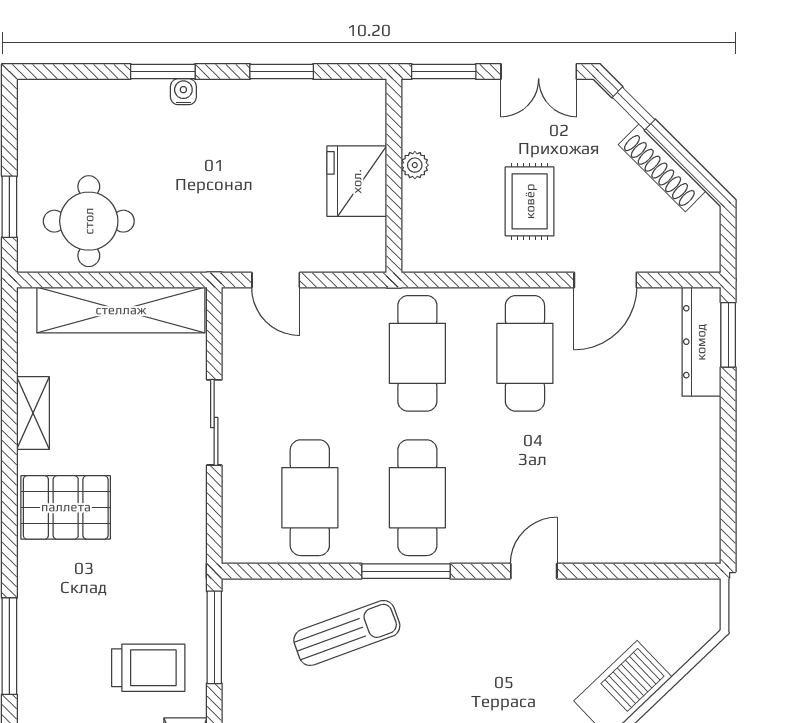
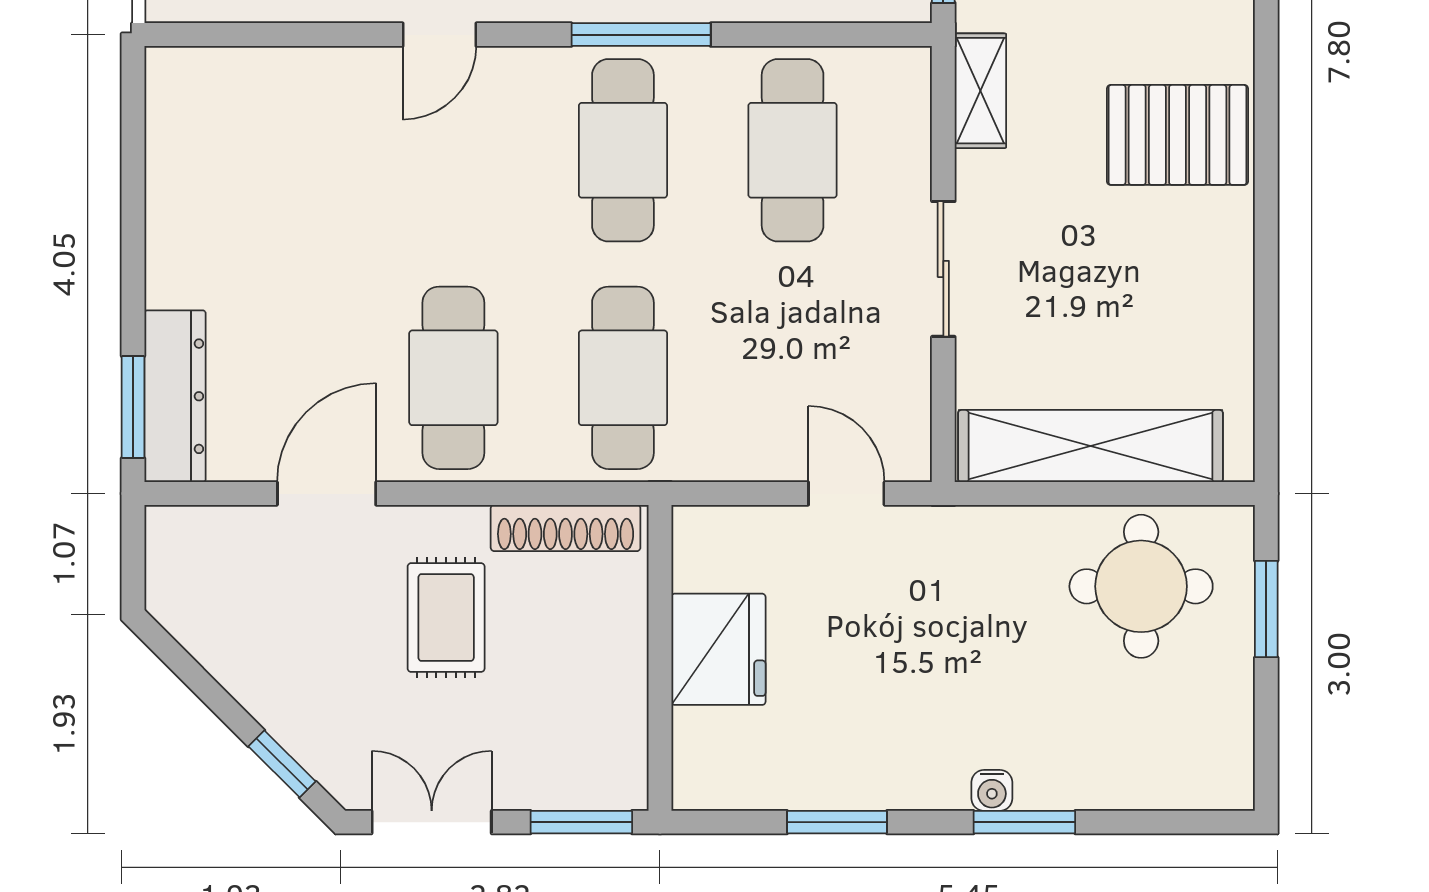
plant: (415, 165) -> (627, 675), removed
shoe rack: (662, 168) -> (566, 528), moved, turned 135
shelving: (33, 413) -> (980, 91), moved

